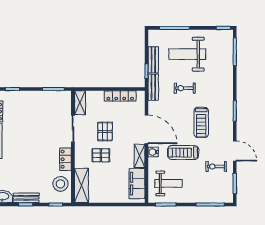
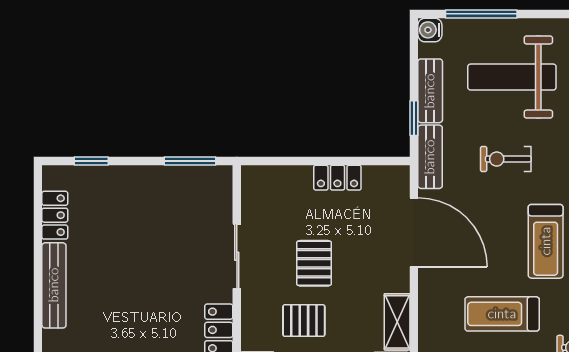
locker: (120, 96) -> (337, 178), width x0.66
shelving: (80, 103) -> (254, 194), removed
door: (146, 129) -> (414, 232), moved
water cooler: (153, 152) -> (430, 30), moved

